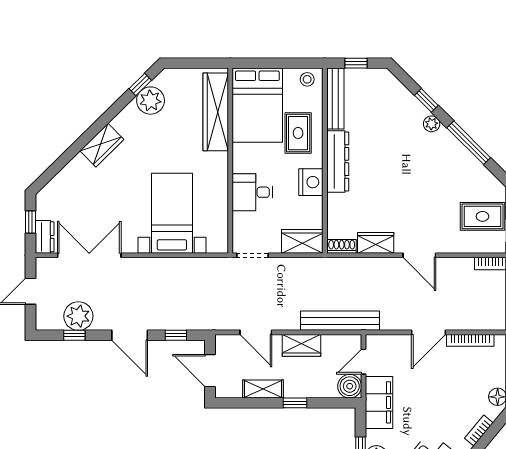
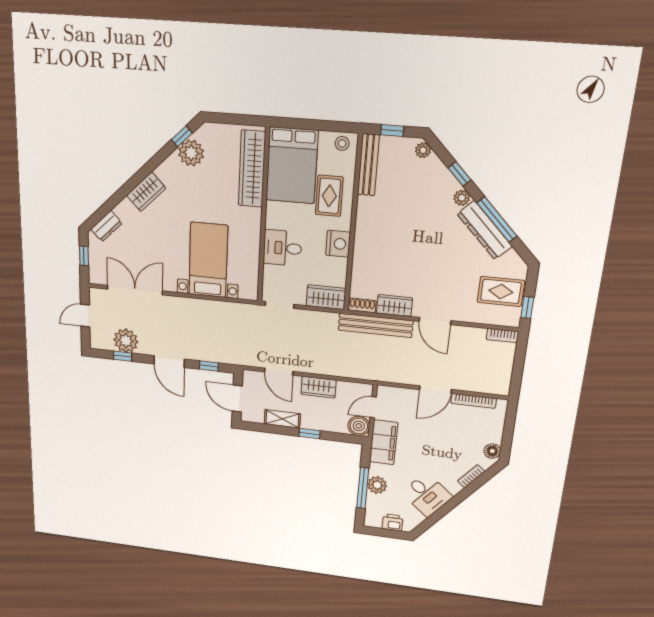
plant: (388, 80) -> (423, 150), added
dresser: (338, 162) -> (485, 230), moved, turned 135
dresser: (45, 237) -> (106, 226), moved, turned 45
bench: (340, 321) -> (376, 325), moved

